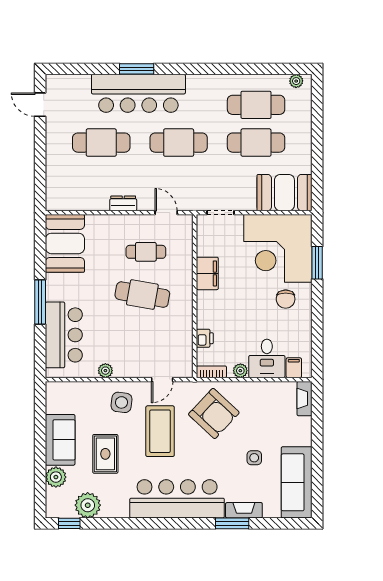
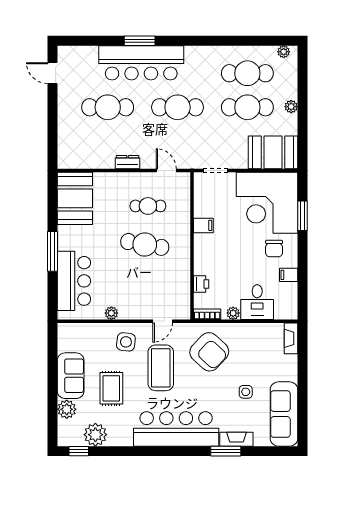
plant: (305, 142) -> (291, 107), added
filing cabinet: (207, 273) -> (203, 225), width x0.50
filing cabinet: (294, 368) -> (289, 275), moved, turned -90

